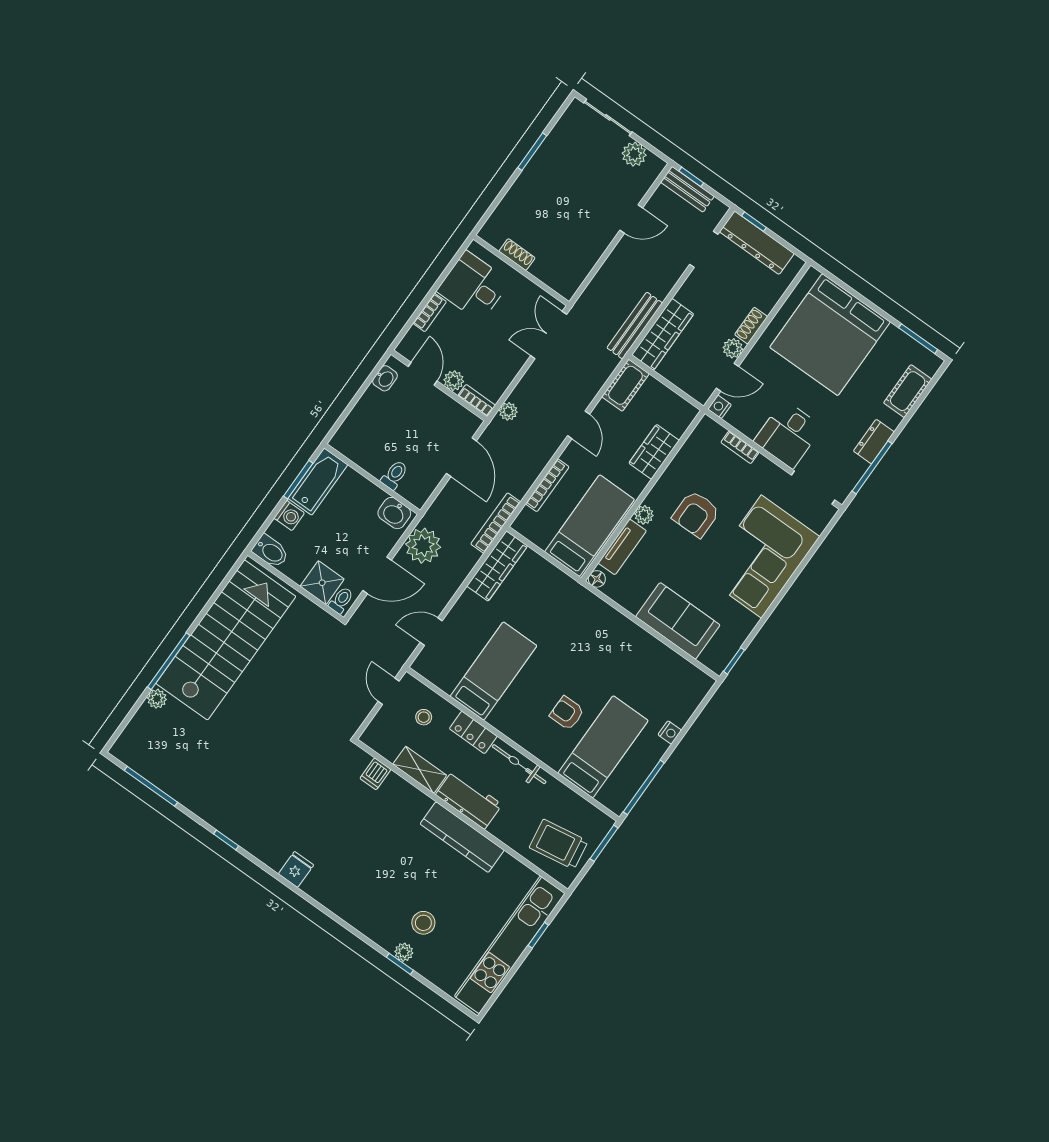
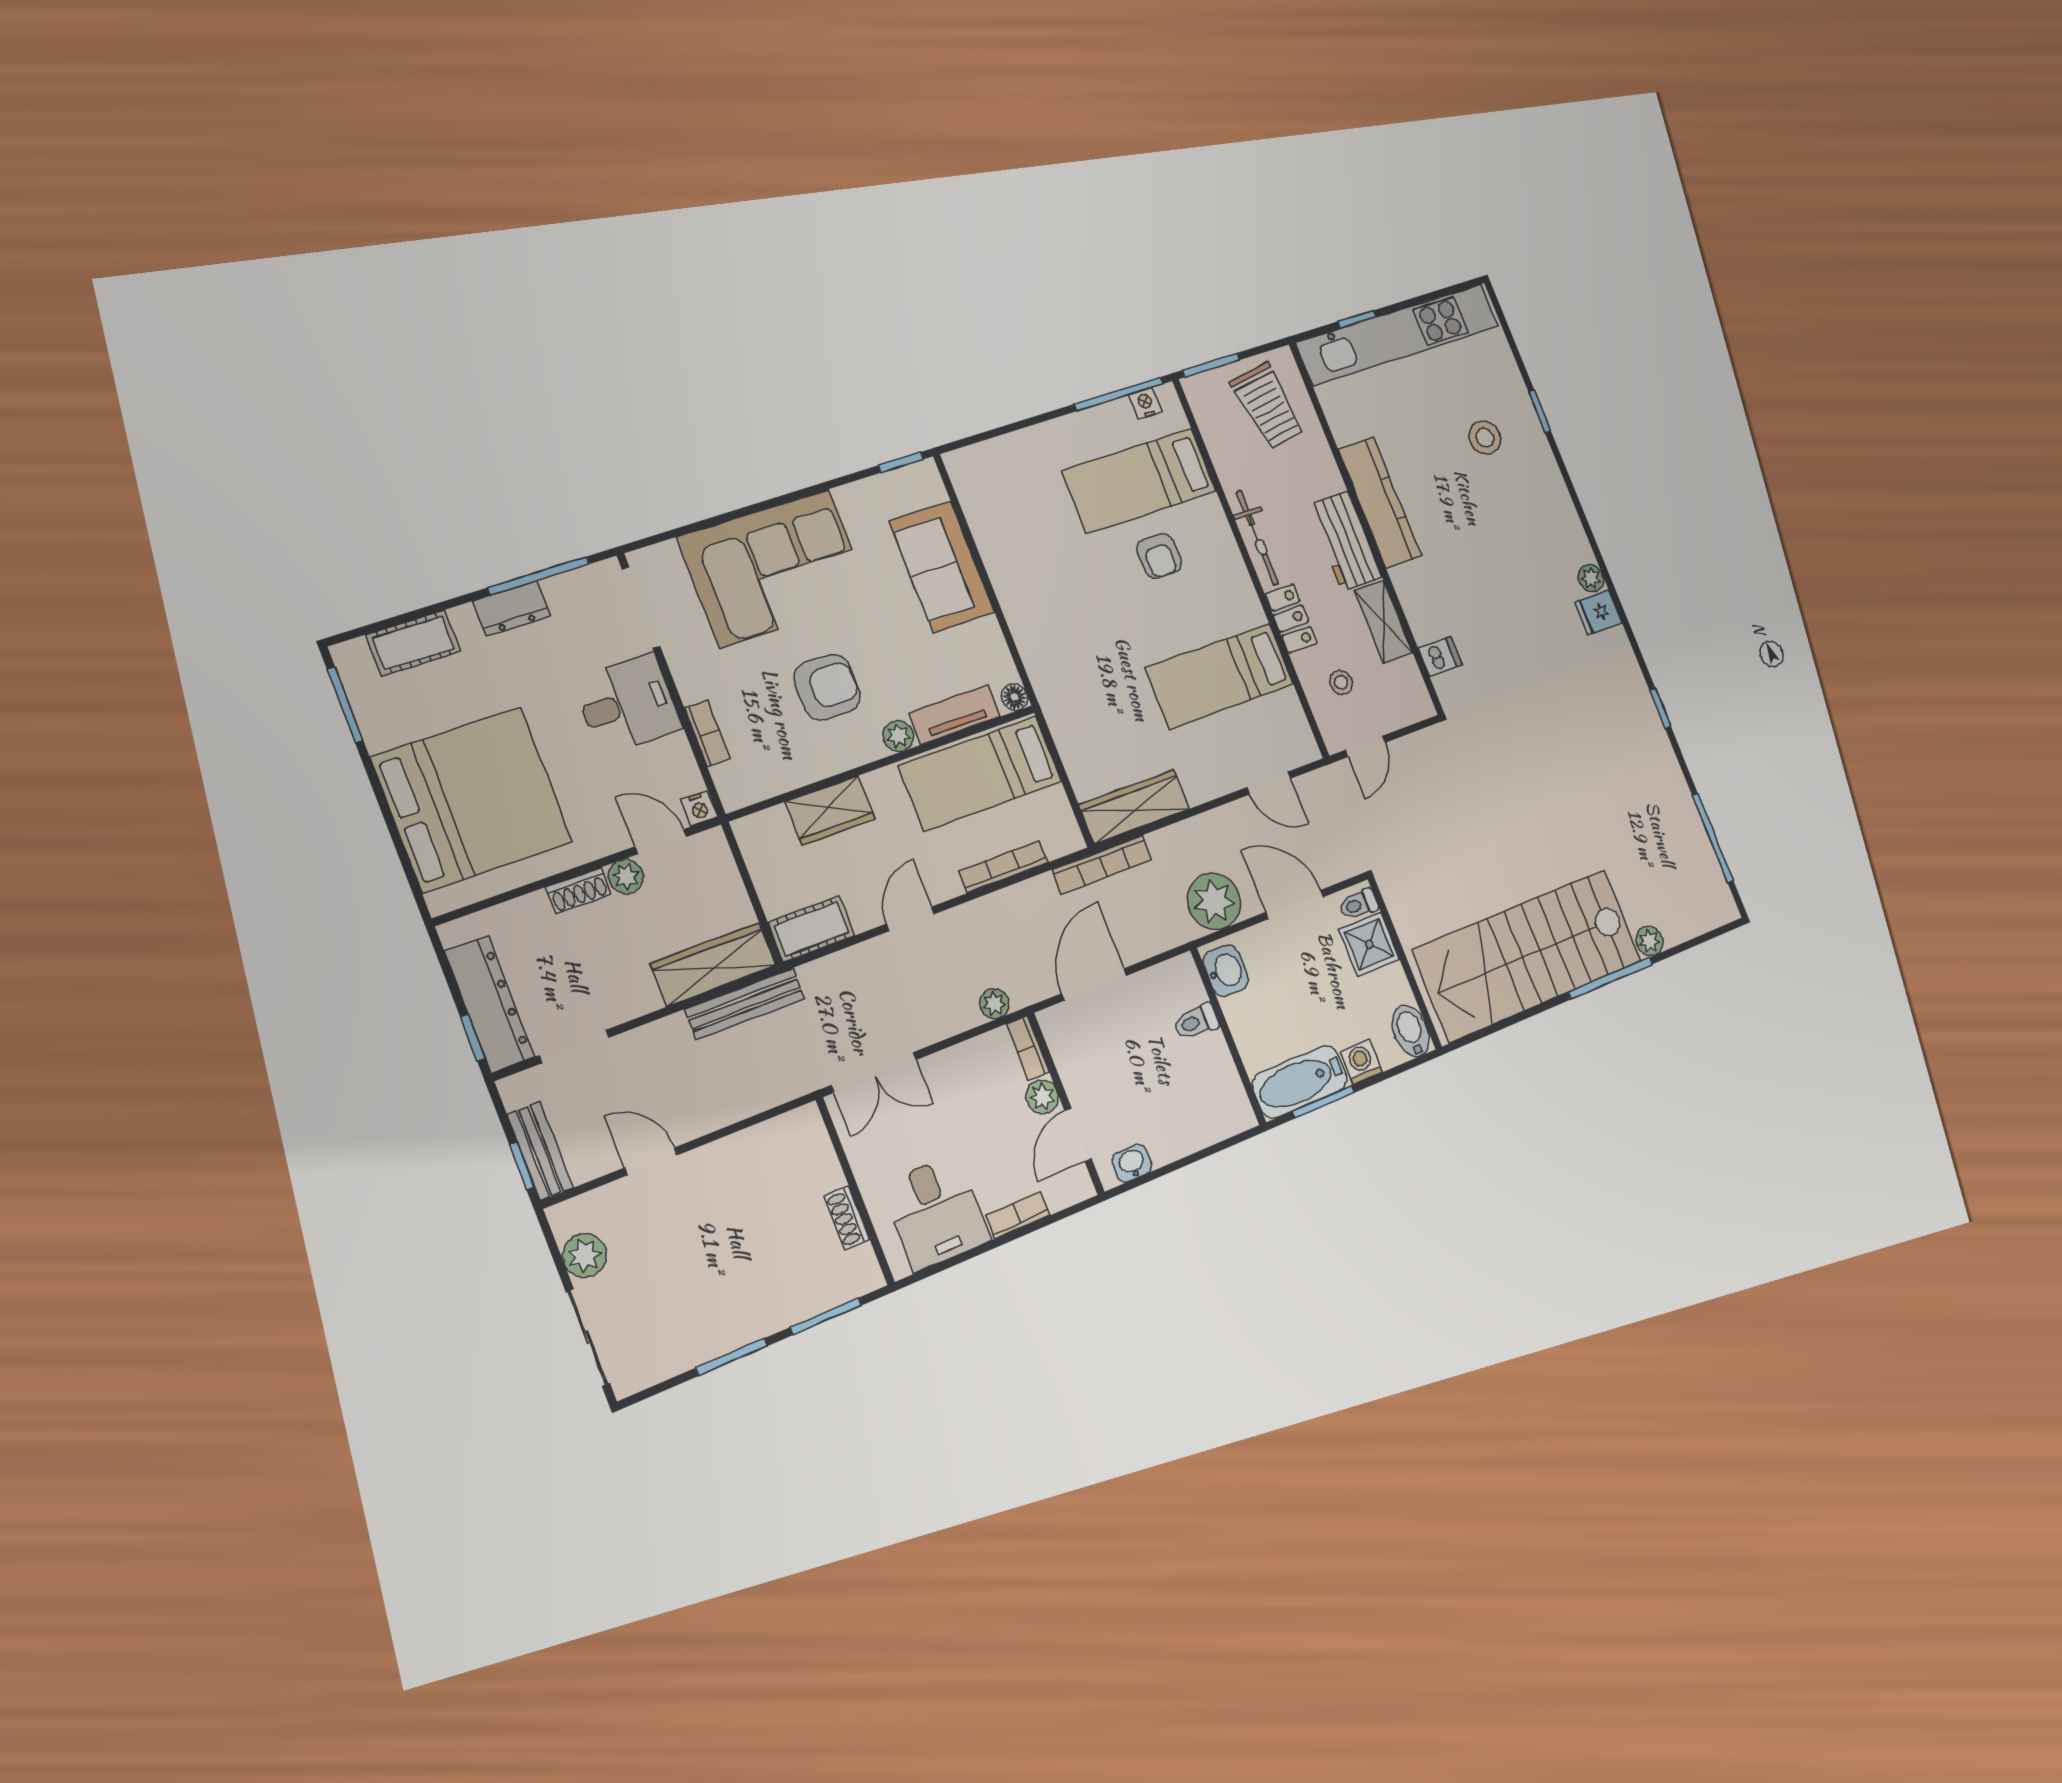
window: (497, 200) -> (826, 1316), added
nightstand: (670, 732) -> (1146, 403), moved
plant: (404, 952) -> (1591, 578), moved

